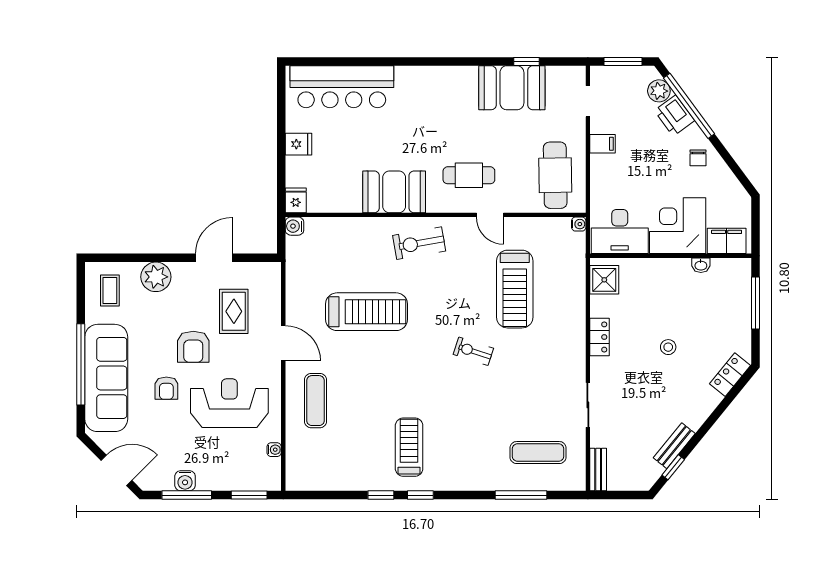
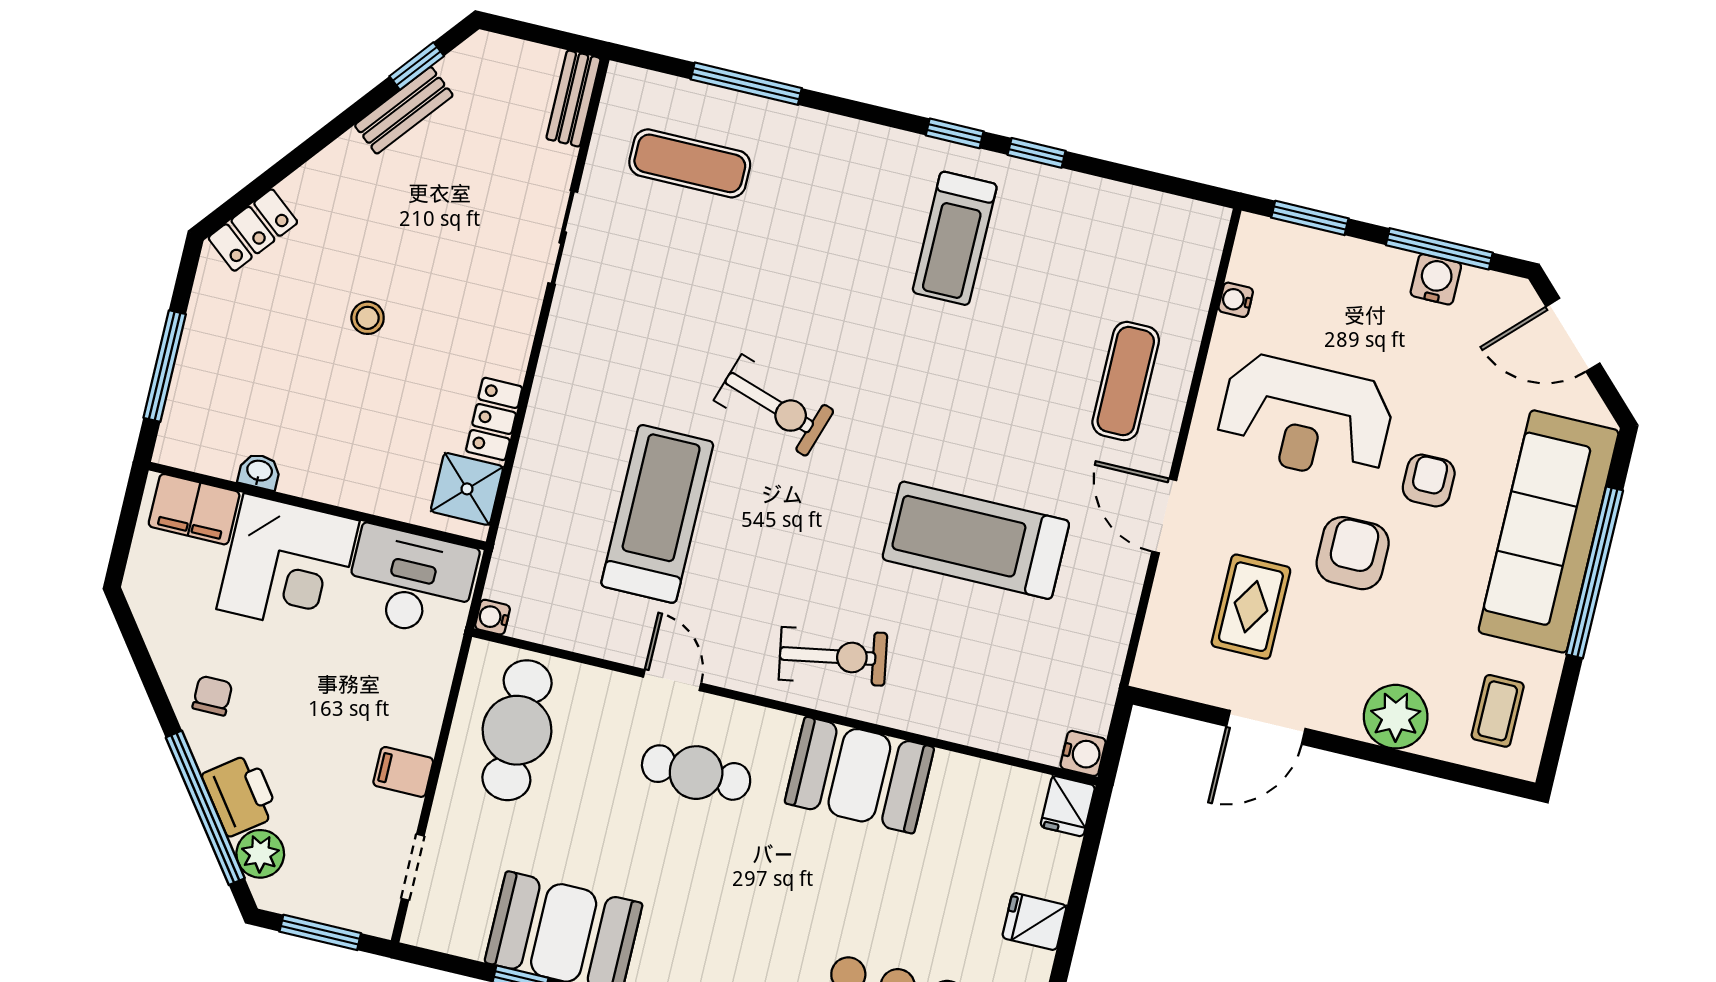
locker: (599, 337) -> (494, 419), moved
exercise bike: (473, 351) -> (774, 405), width x1.38, depth x1.39

